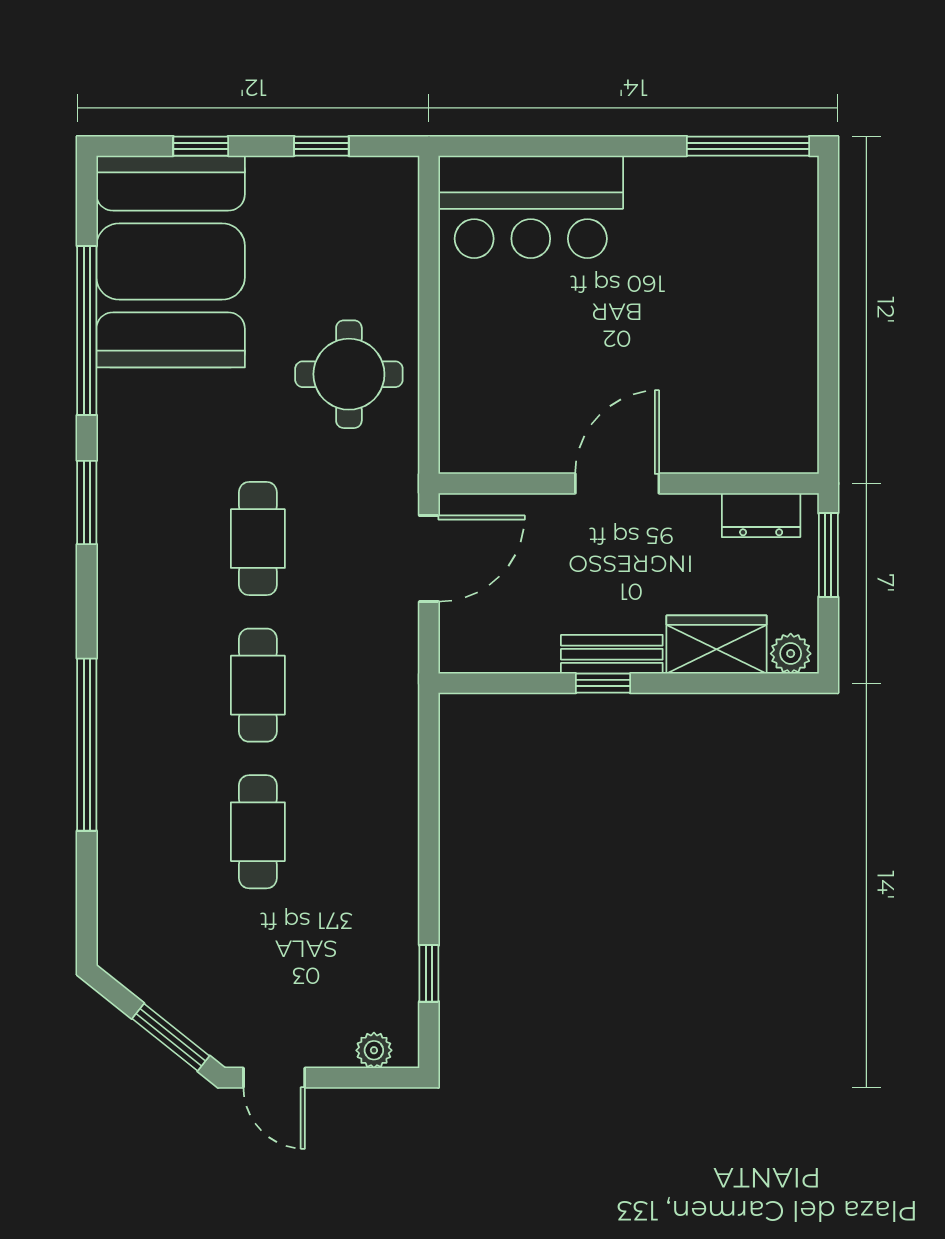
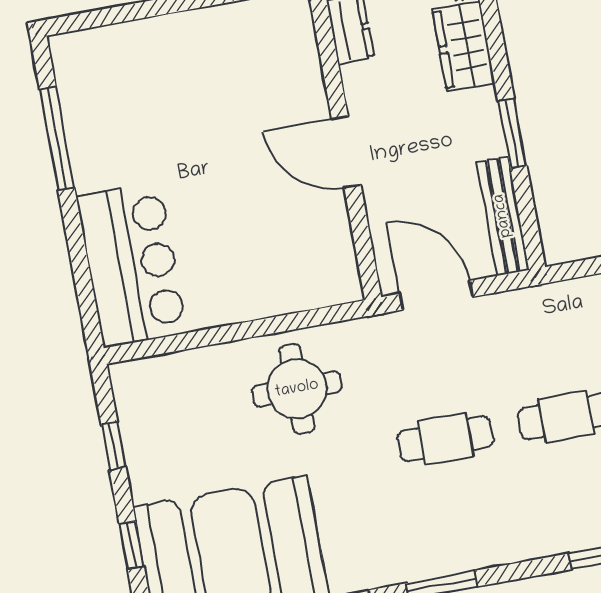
window: (748, 146) -> (57, 139), moved
bench: (612, 654) -> (503, 216), moved, width x1.36
window: (603, 683) -> (512, 133), width x1.50

